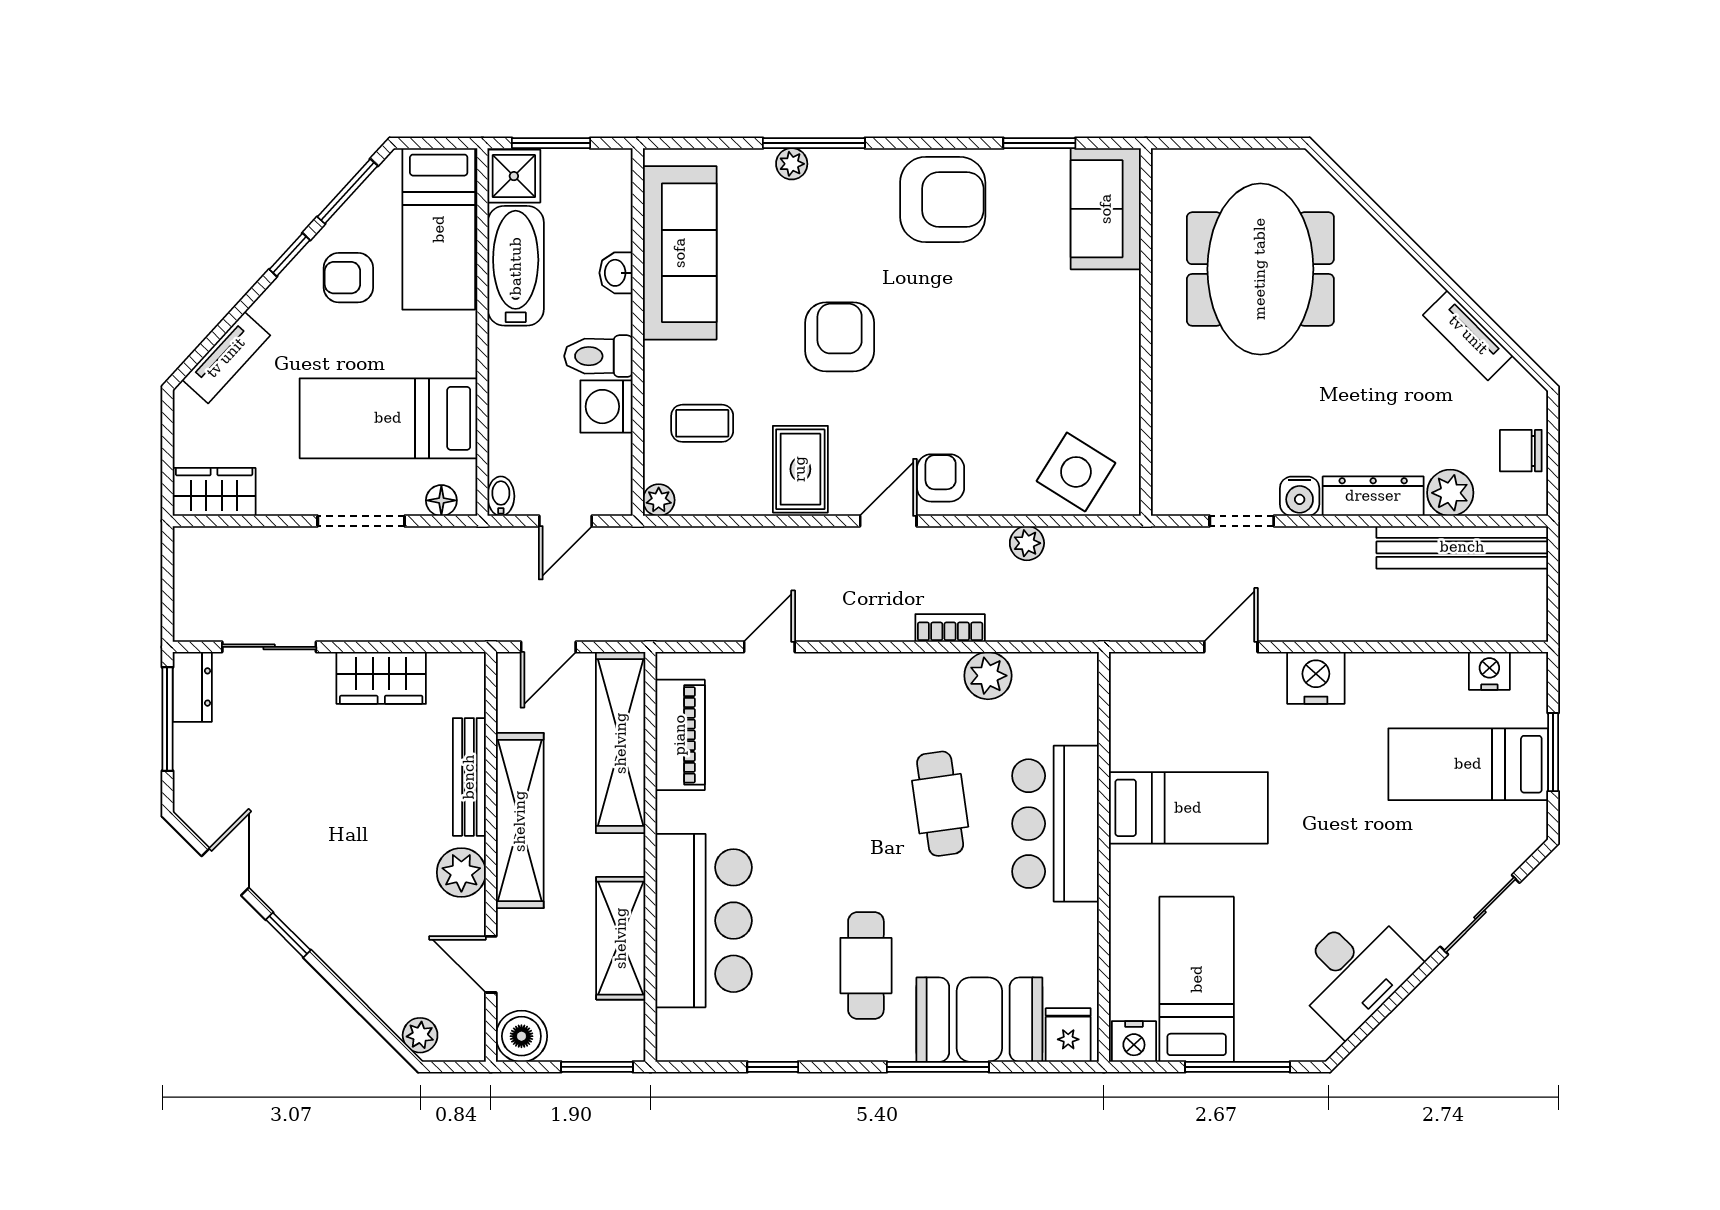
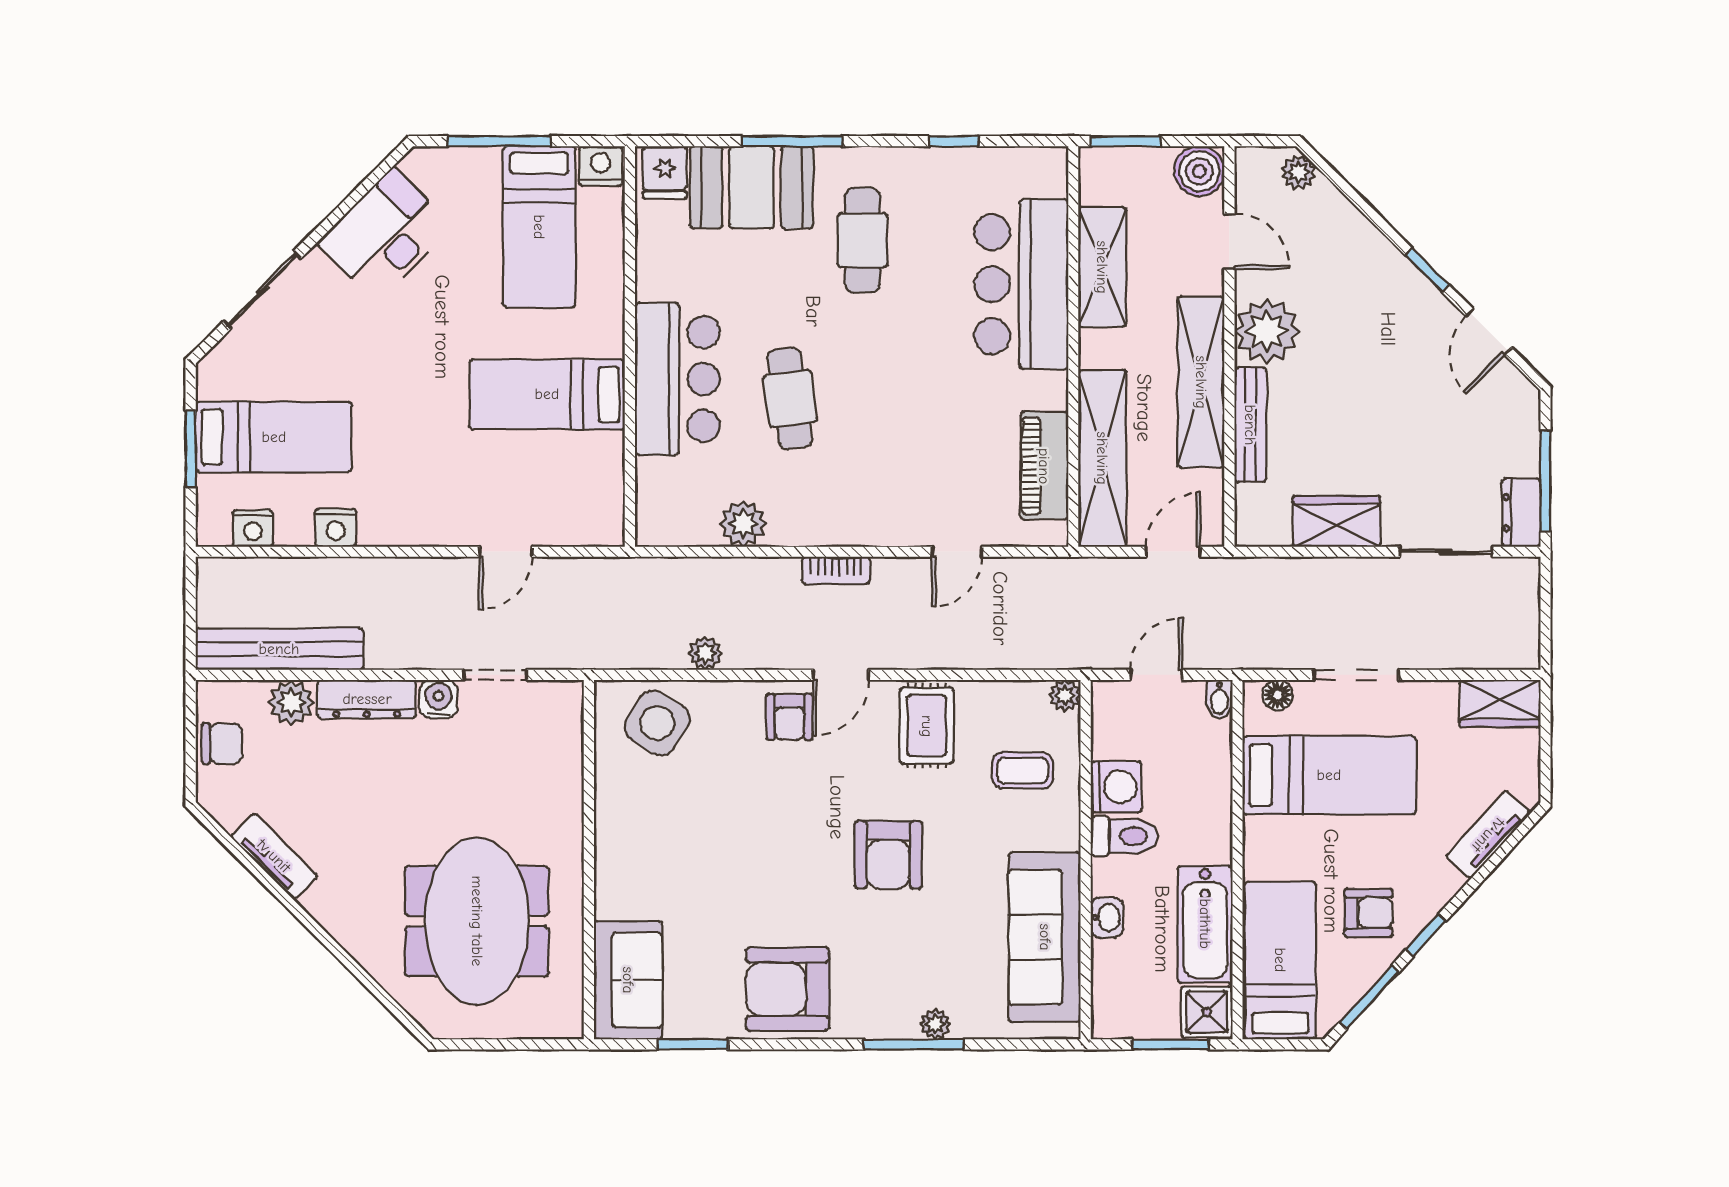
bookcase: (950, 628) -> (836, 570), moved
nightstand: (1316, 678) -> (336, 528), moved, width x0.74, depth x0.75
plant: (461, 872) -> (1267, 331), width x1.36, depth x1.36

